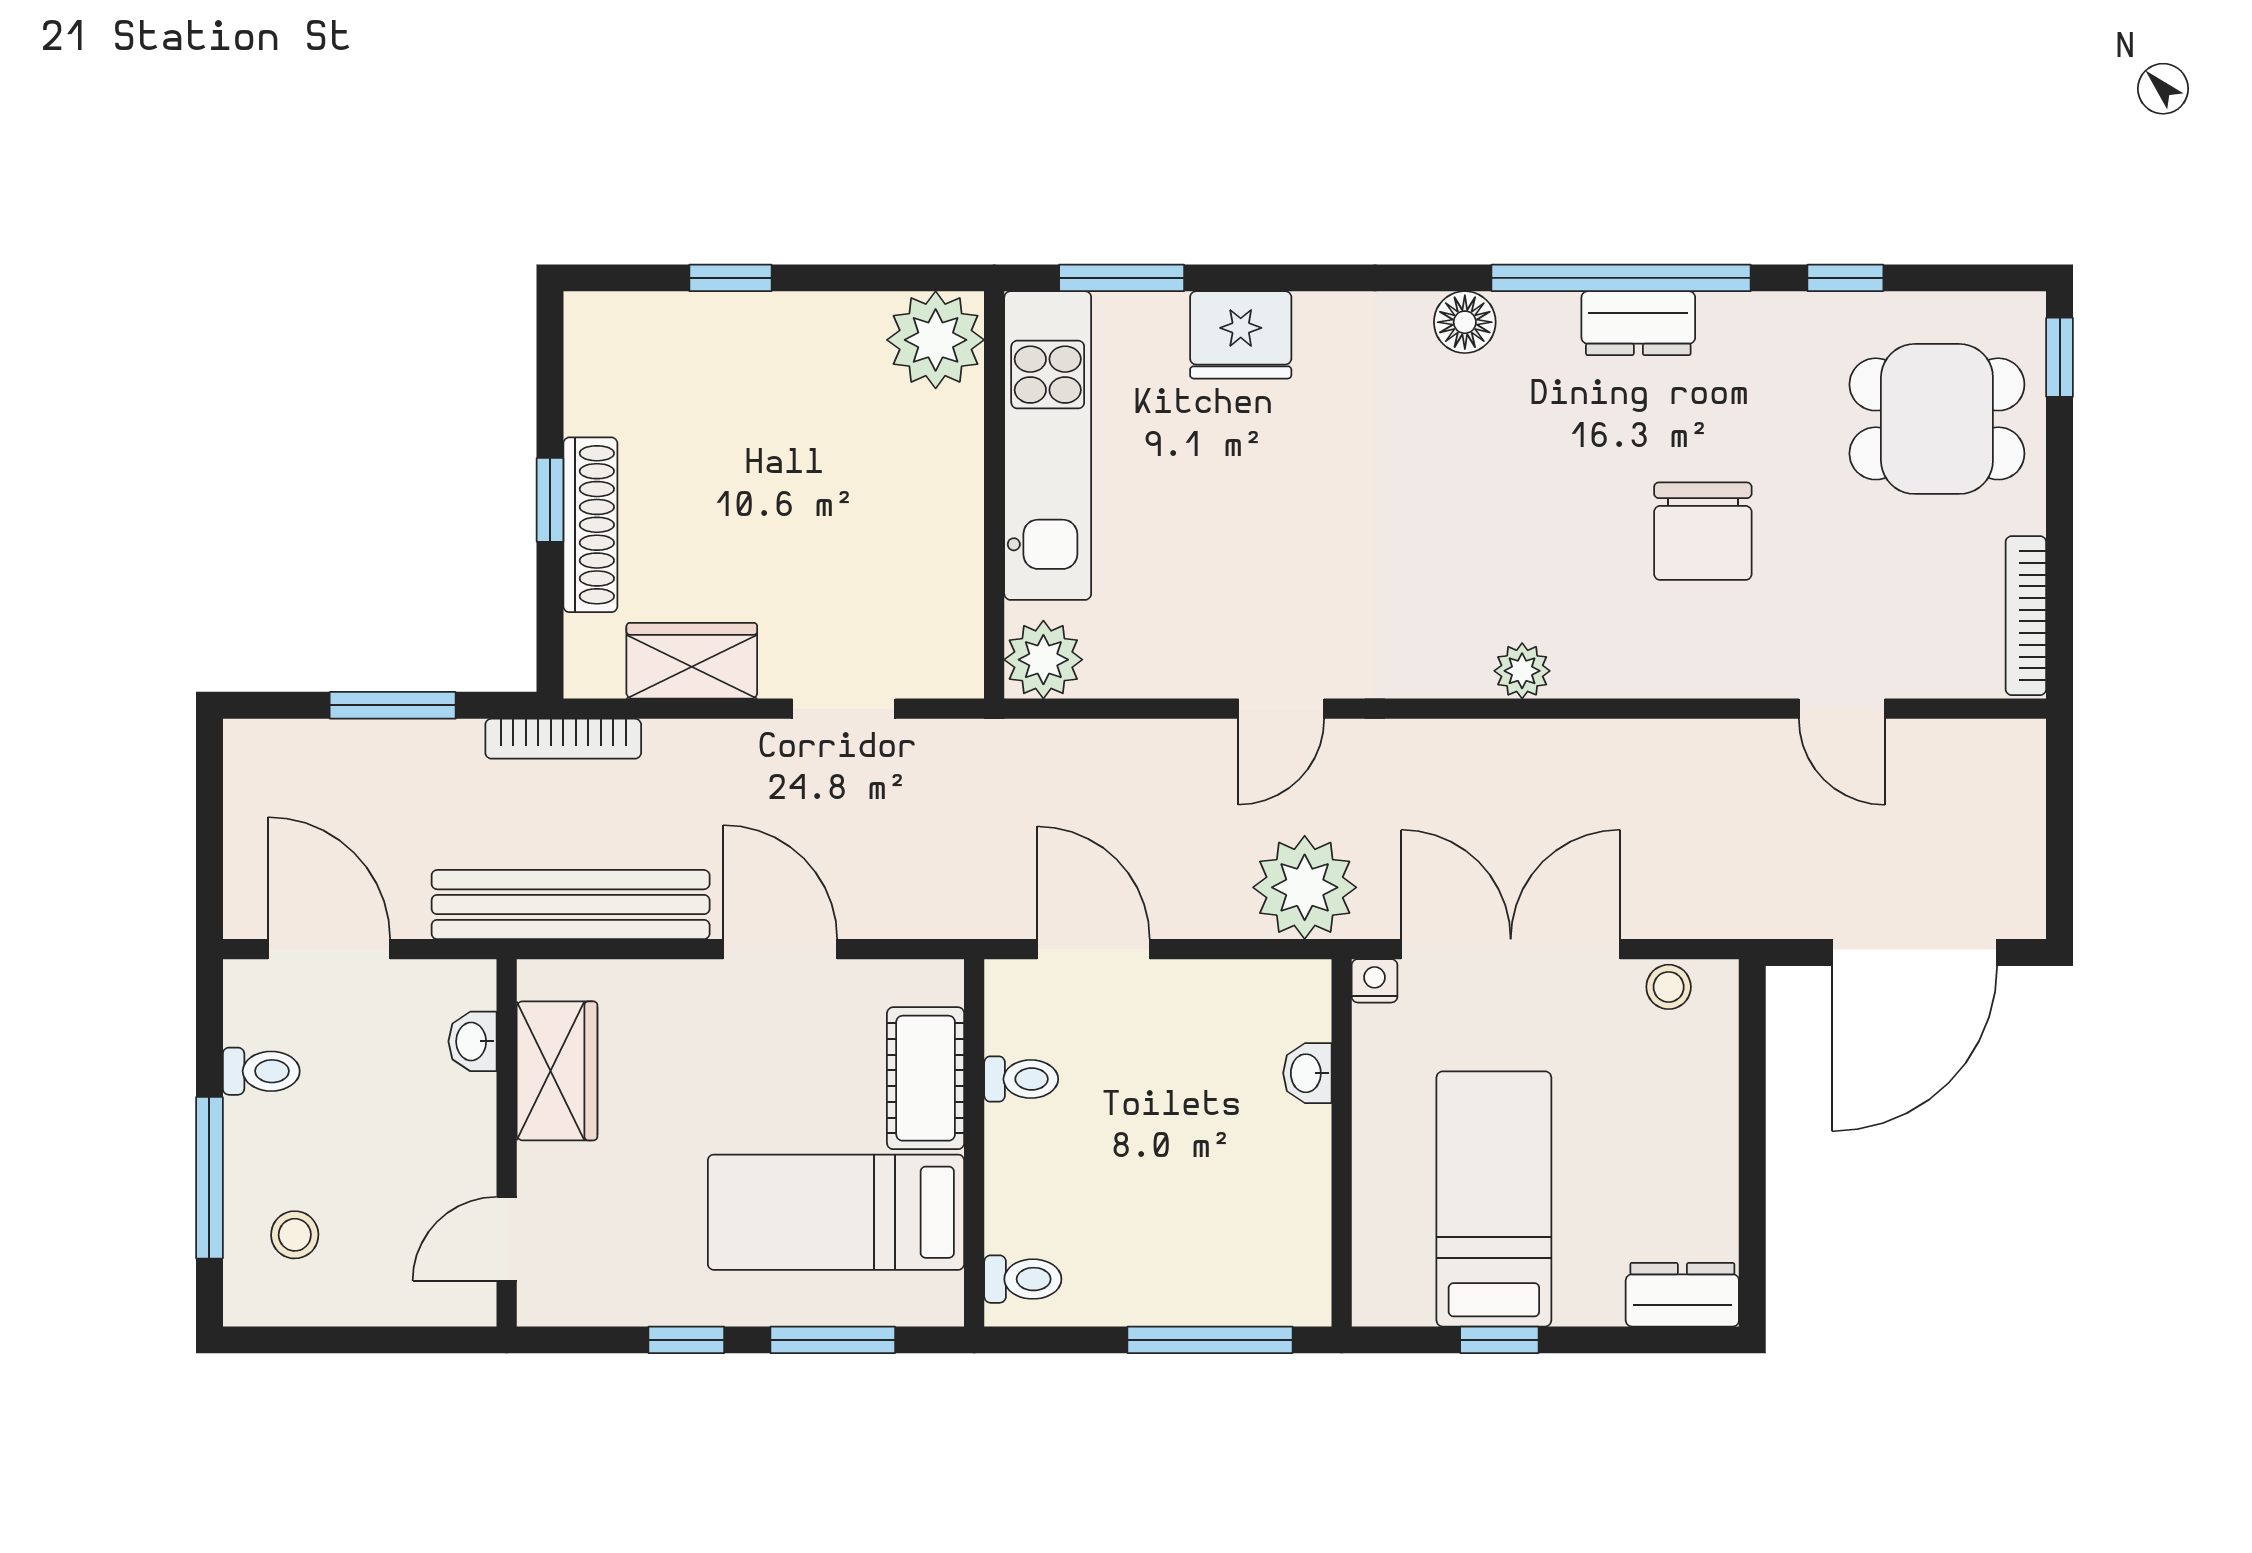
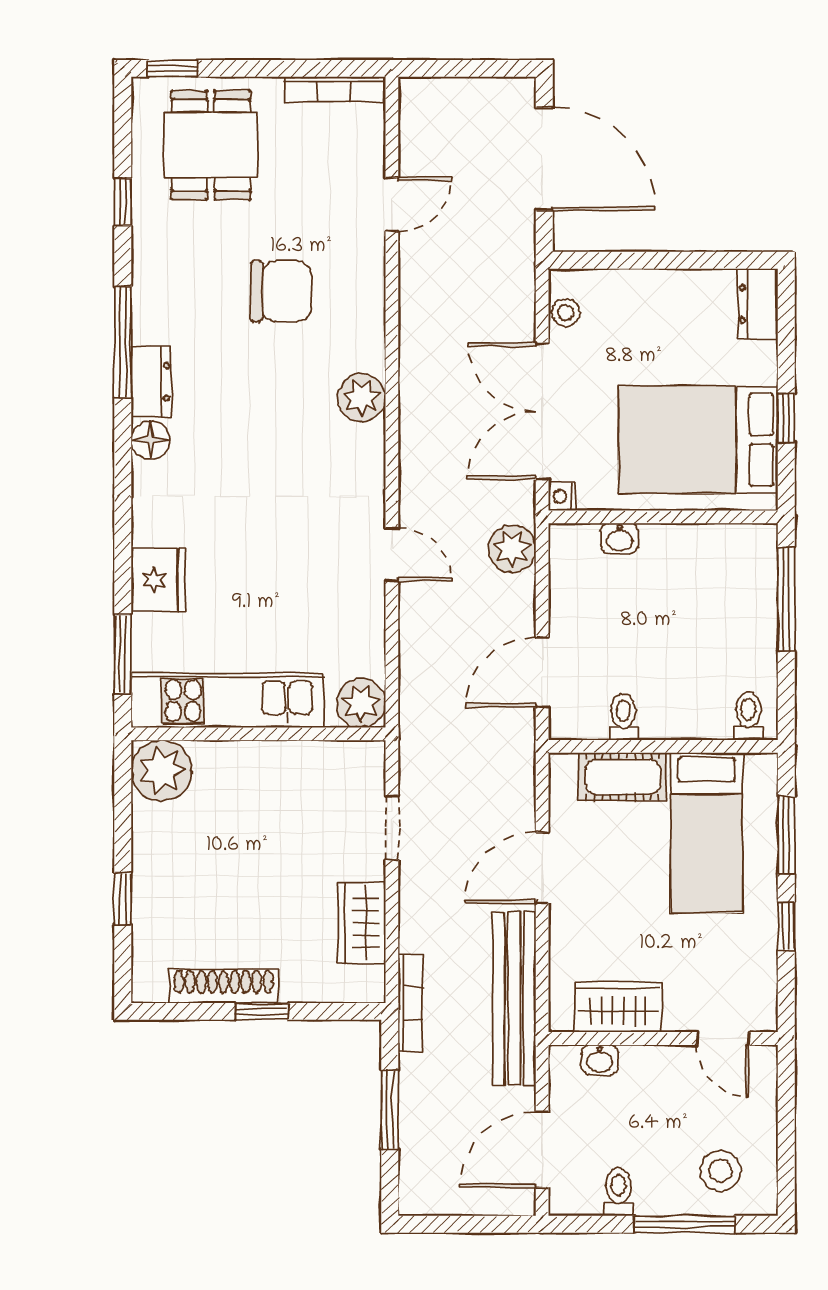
window: (1621, 278) -> (123, 342), width x0.68
dresser: (1638, 323) -> (151, 382), moved
shoe rack: (590, 525) -> (223, 986), moved
plant: (1522, 671) -> (362, 398), width x1.38, depth x1.38
plant: (1305, 887) -> (512, 549), width x0.73, depth x0.73
bed: (1494, 1199) -> (698, 440), width x1.50
stool: (295, 1235) -> (721, 1171), width x1.37, depth x1.37

